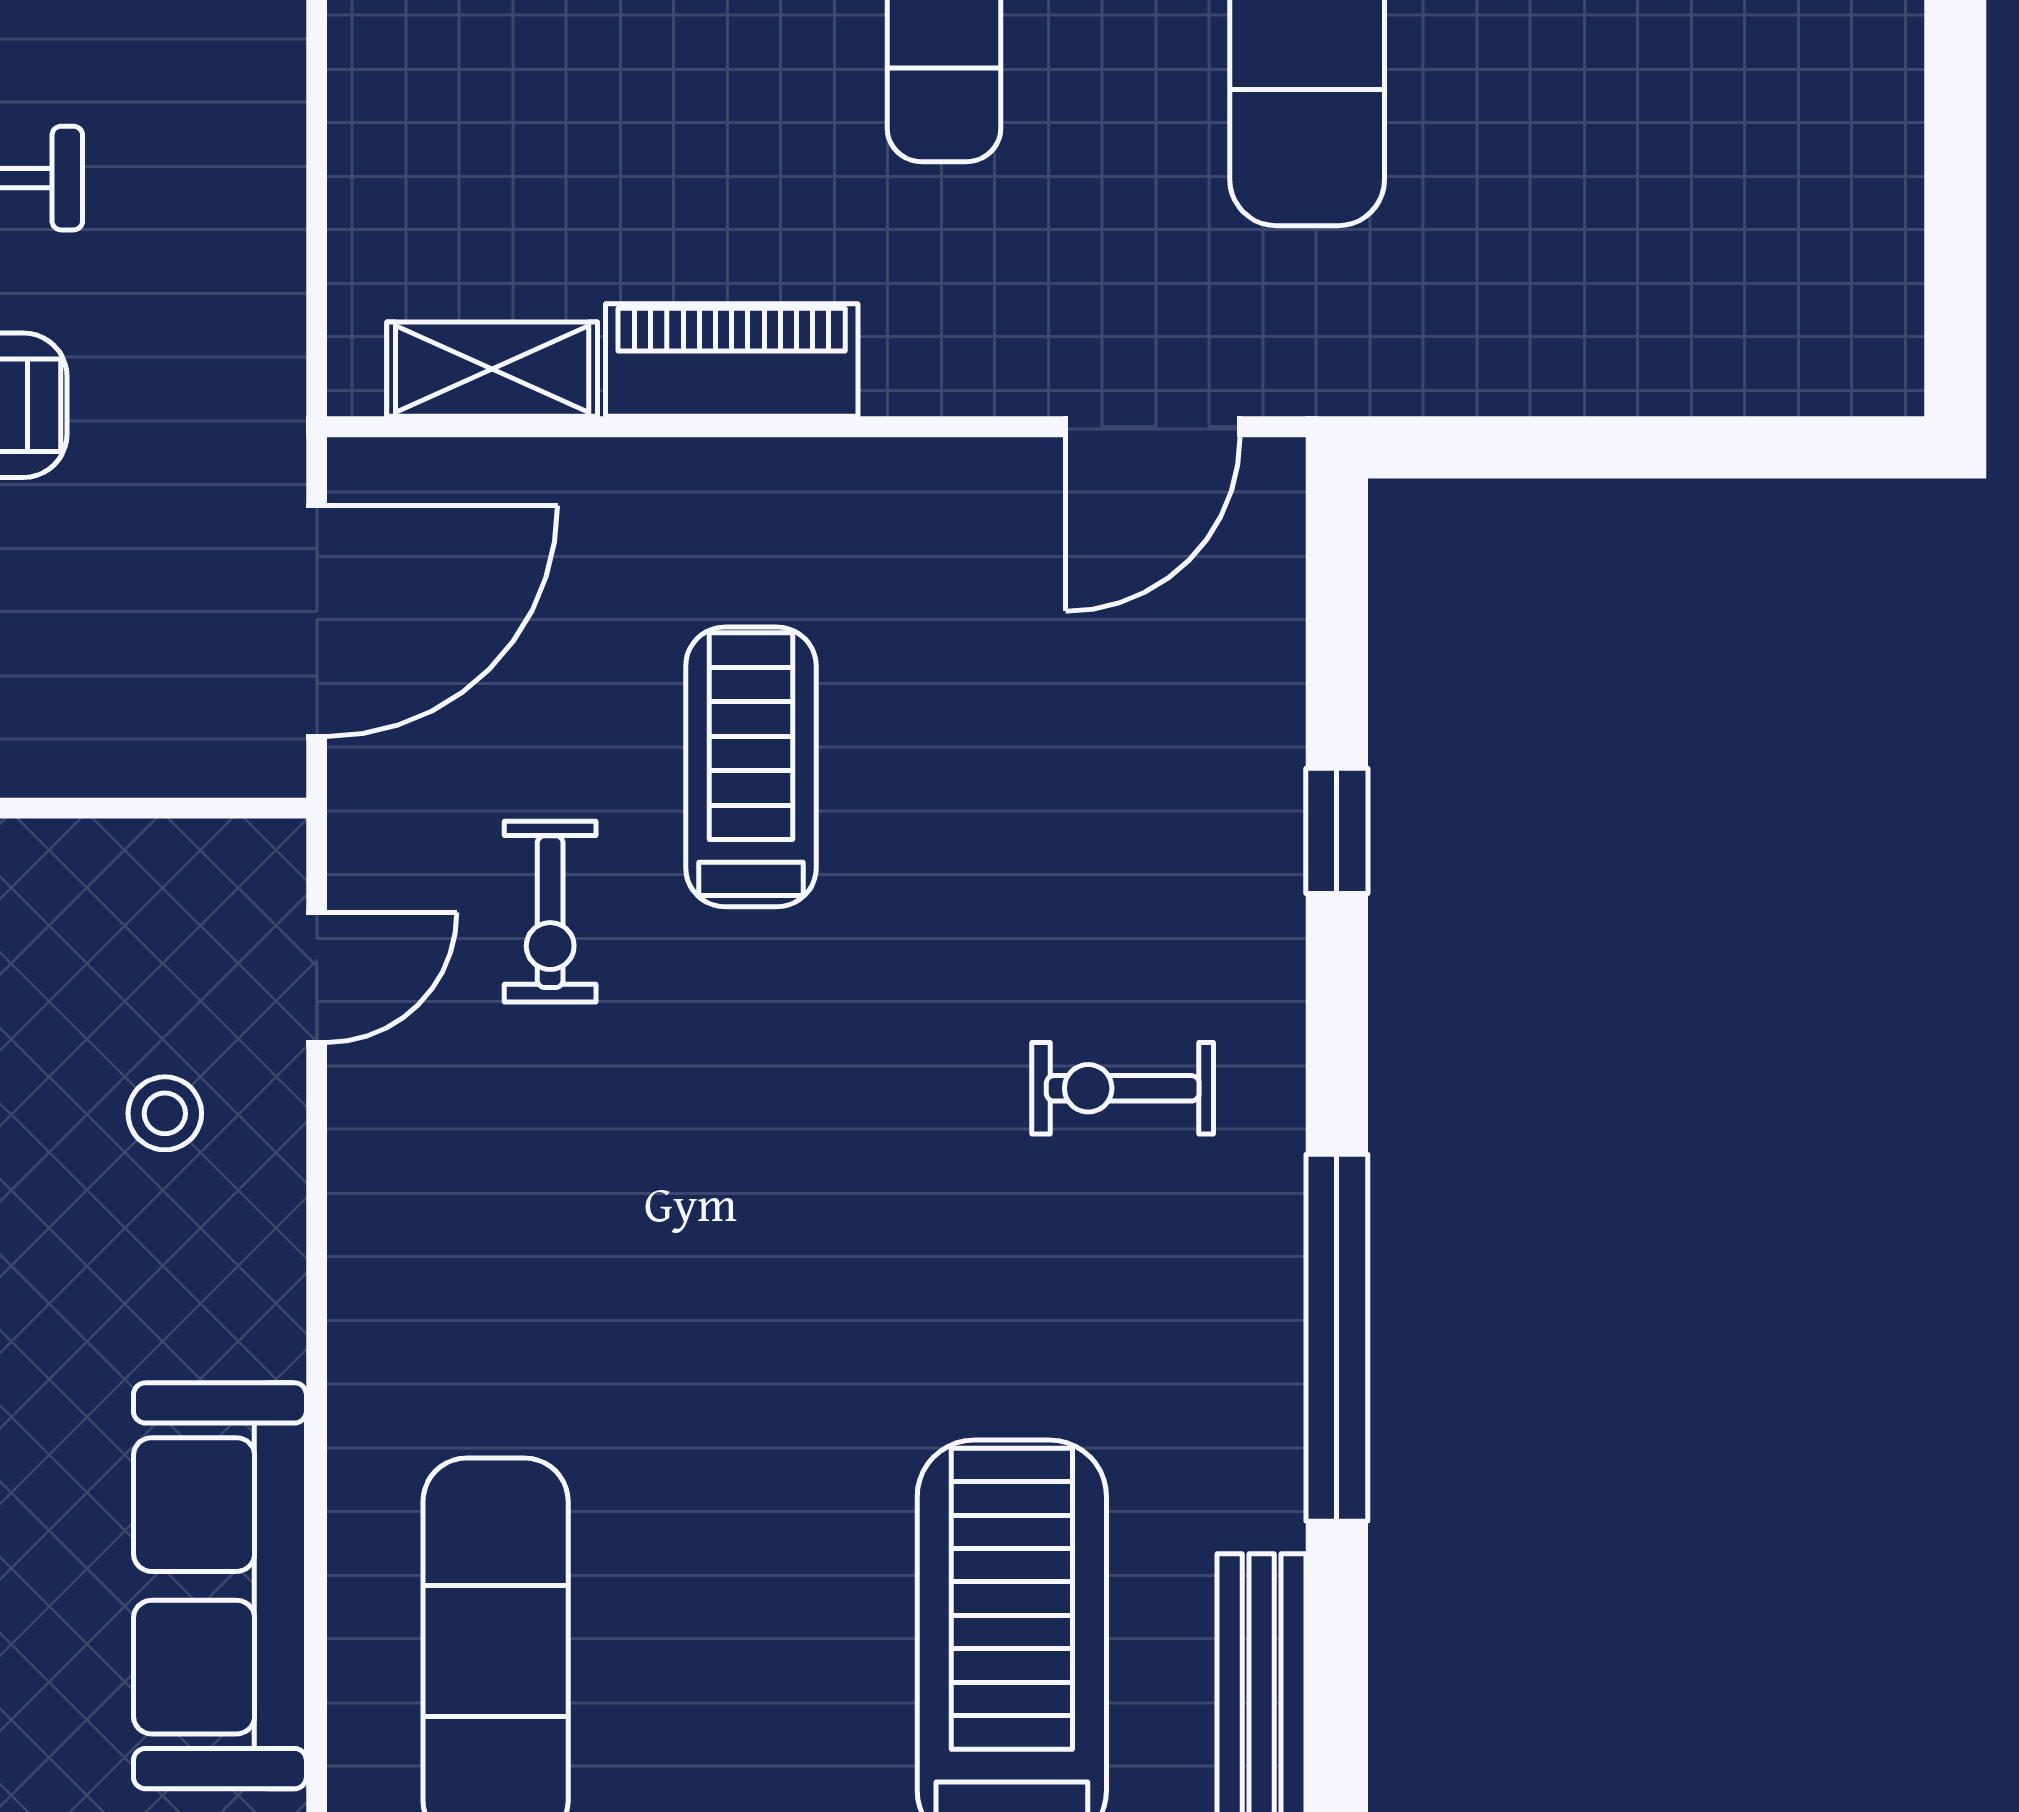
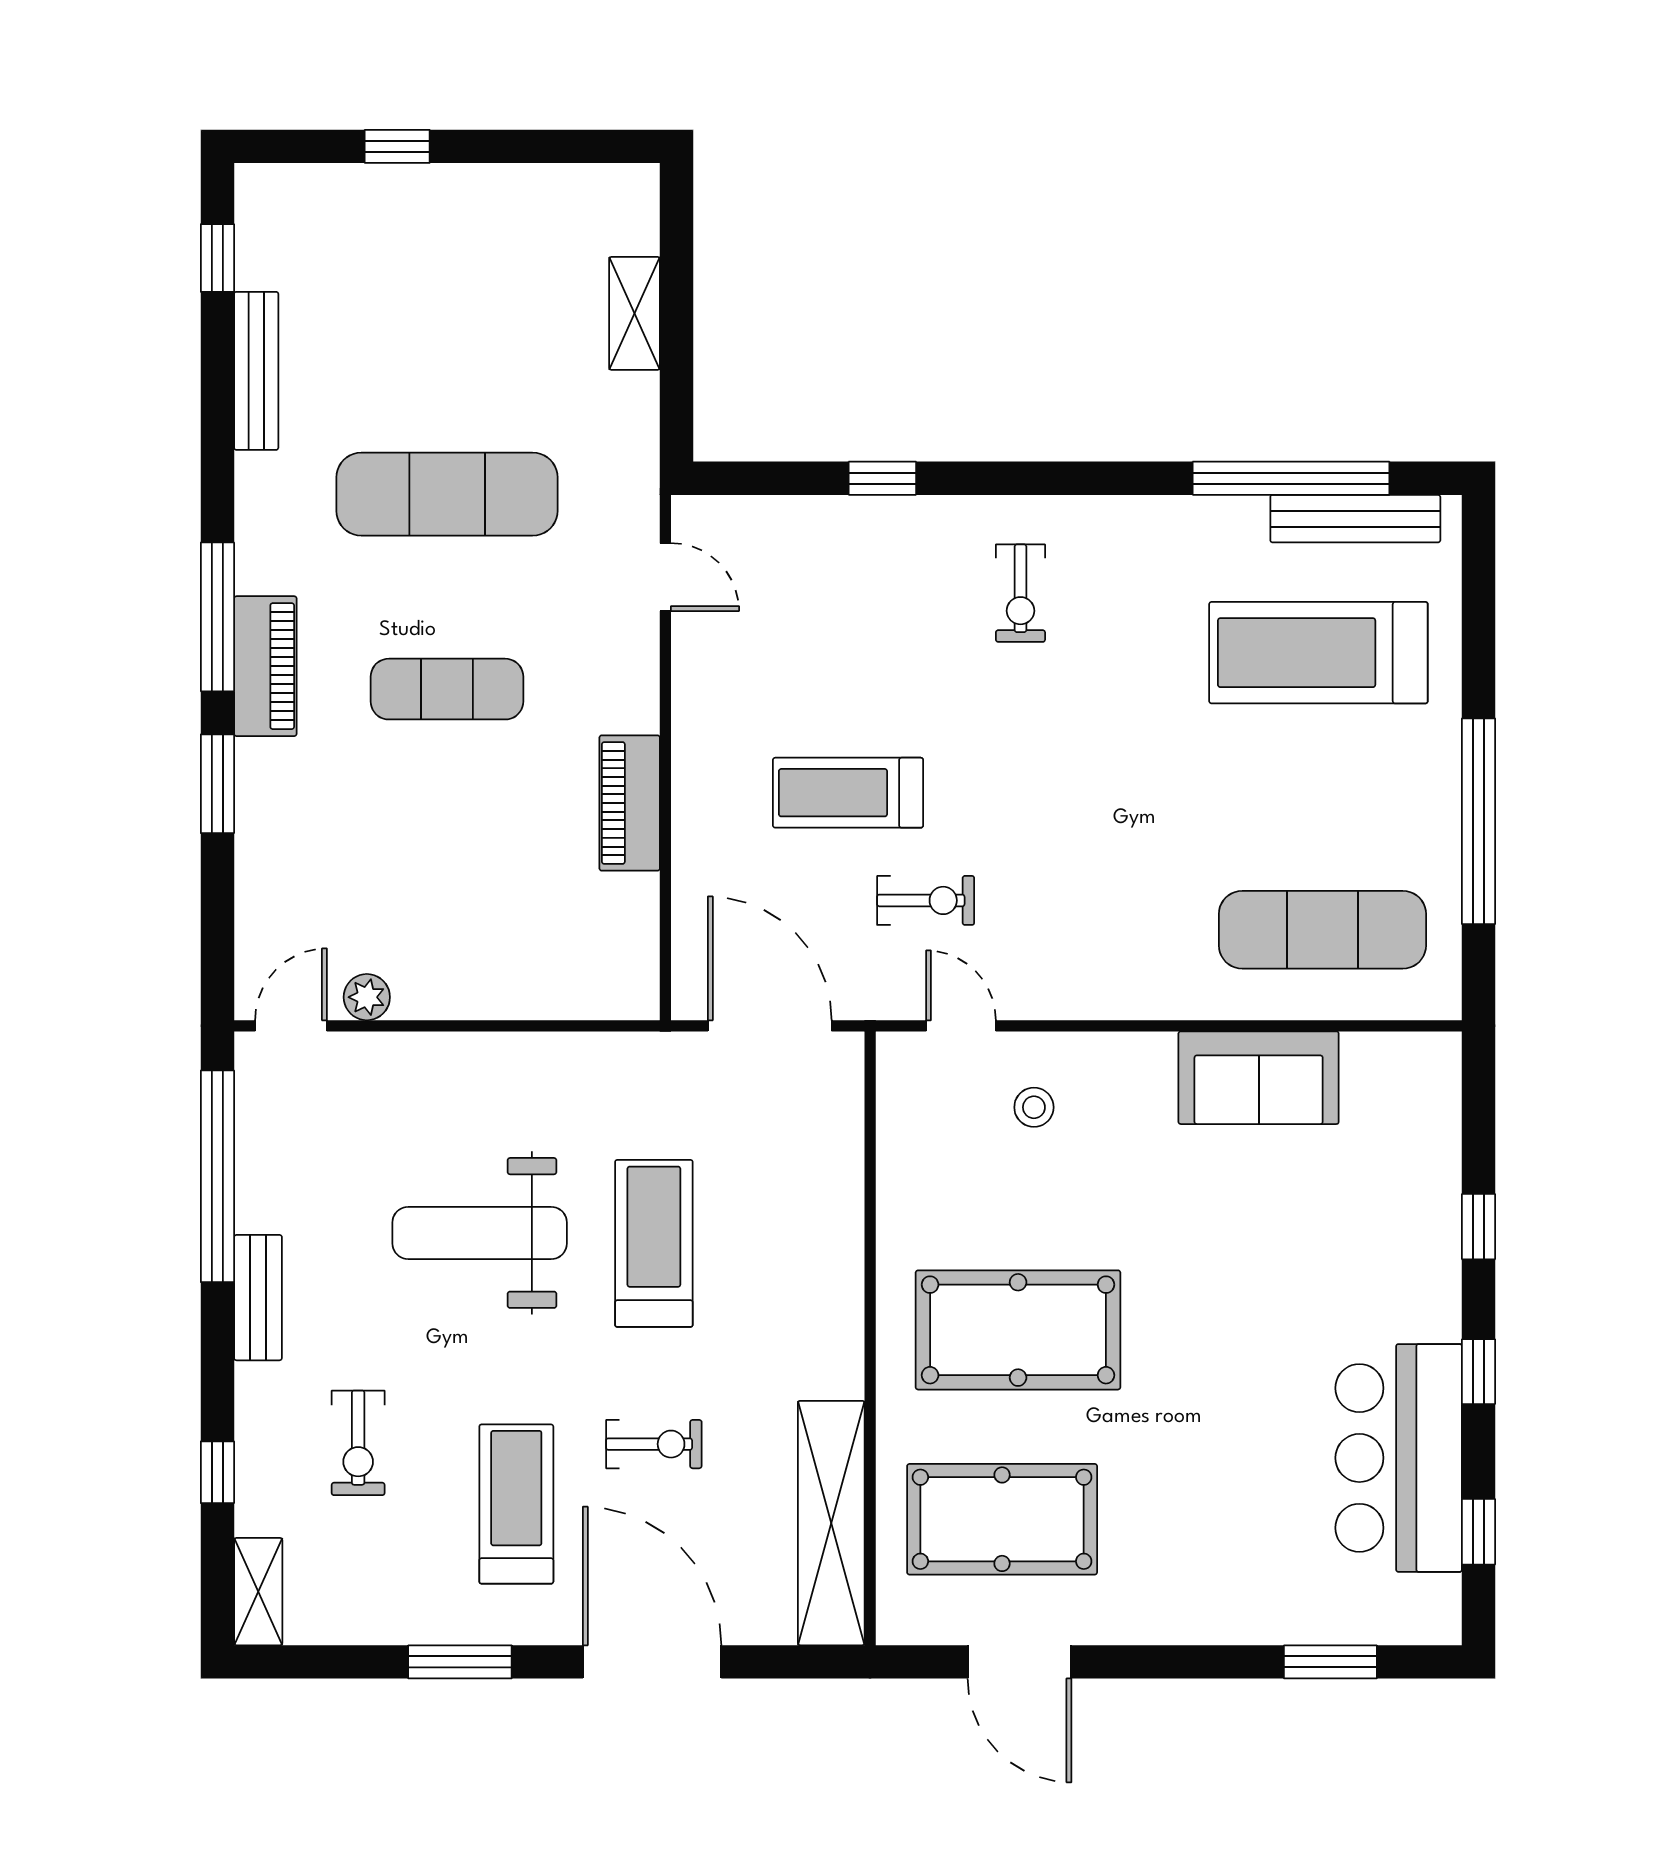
shelving: (492, 369) -> (635, 313), moved
door: (1153, 427) -> (665, 577), width x0.73
window: (1337, 1338) -> (1291, 478), moved
sofa: (220, 1586) -> (1259, 1078), width x0.73

